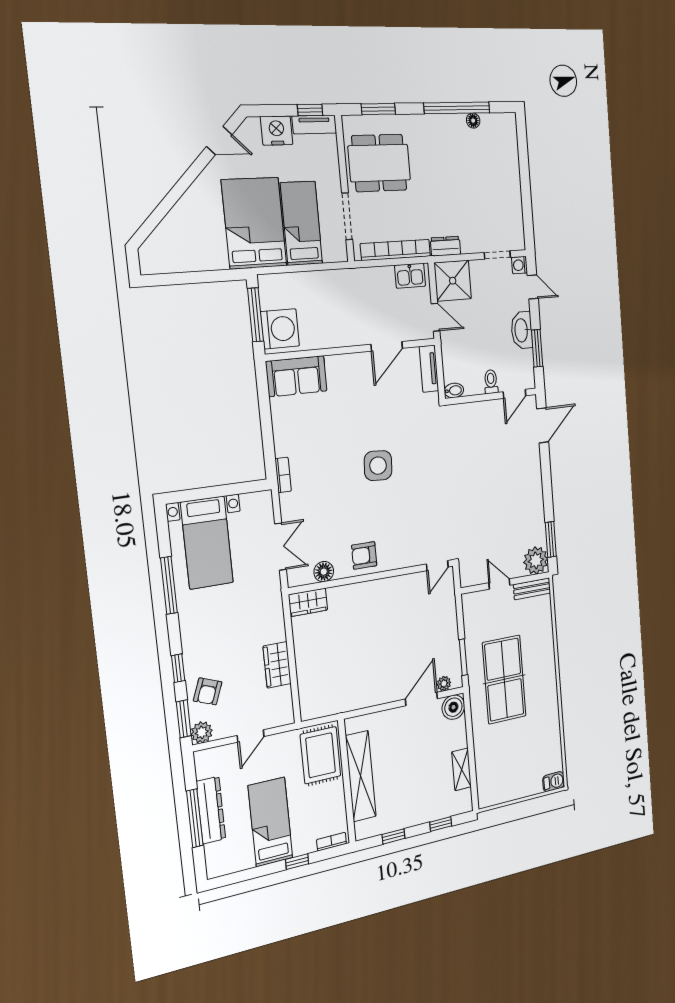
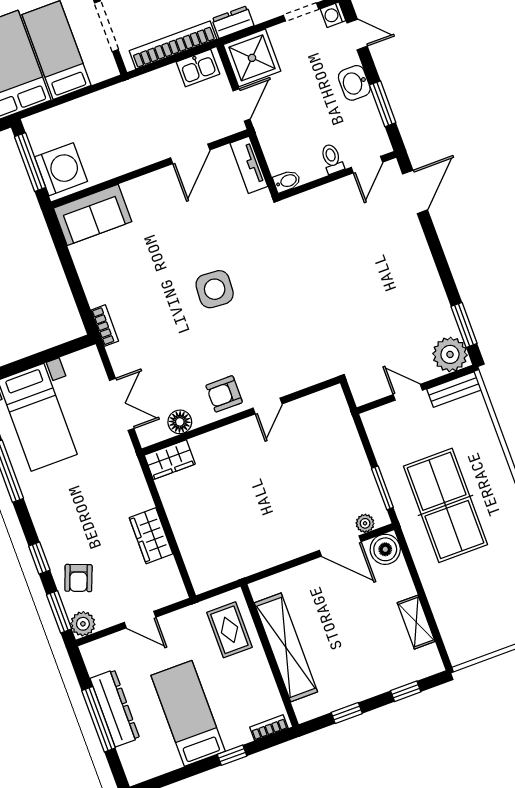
door: (435, 317) -> (242, 105), hinge flipped
washbasin: (522, 330) -> (354, 83), width x0.72
door: (437, 566) -> (268, 406), moved
door: (421, 699) -> (340, 546), swing flipped
door: (251, 736) -> (140, 620), hinge flipped
rug: (321, 755) -> (229, 630), width x0.73, depth x0.70

